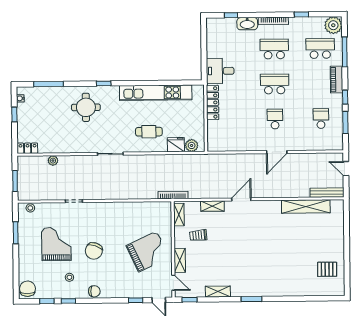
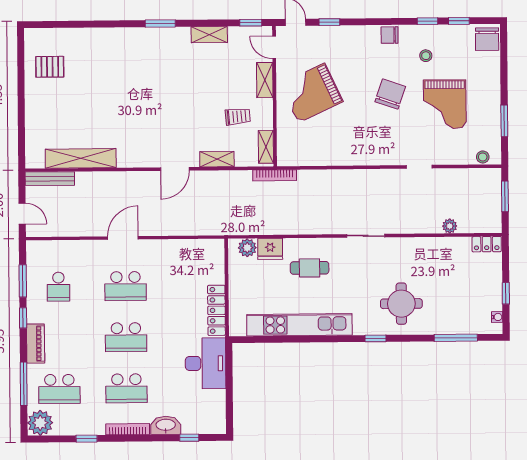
desk: (220, 71) -> (205, 363), width x1.37
school desk: (275, 119) -> (126, 286), width x1.85

